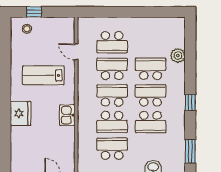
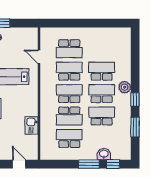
plant: (178, 56) -> (125, 87), moved
kitchen sink: (67, 115) -> (32, 125), moved
school desk: (151, 122) -> (102, 116), turned 180
window: (190, 151) -> (135, 127), moved

